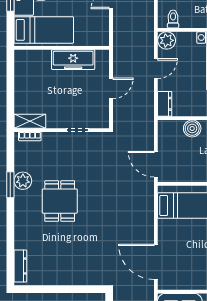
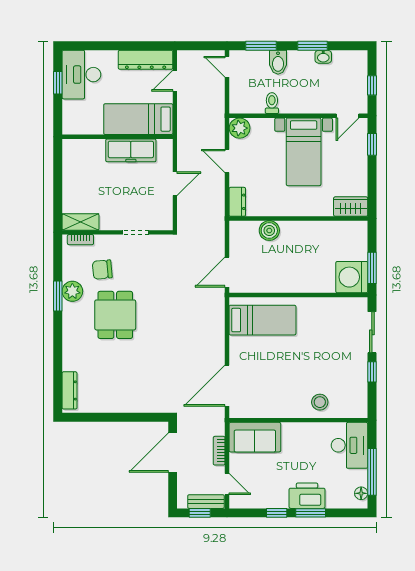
toilet: (173, 19) -> (272, 103), moved
bed: (44, 30) -> (138, 119), moved, turned 180
door: (156, 69) -> (227, 161), swing flipped
chair: (49, 162) -> (102, 270), added
door: (156, 164) -> (227, 272), hinge flipped
door: (156, 262) -> (227, 386), hinge flipped

